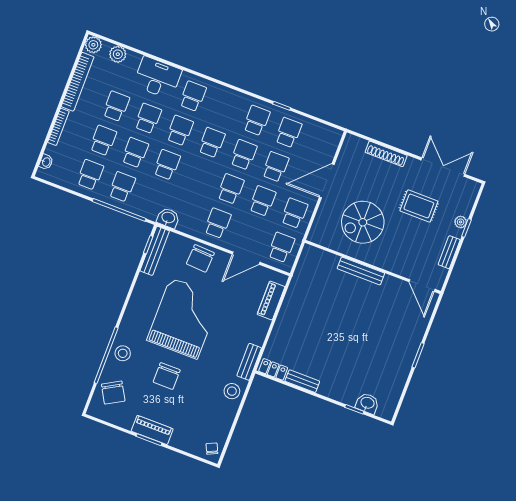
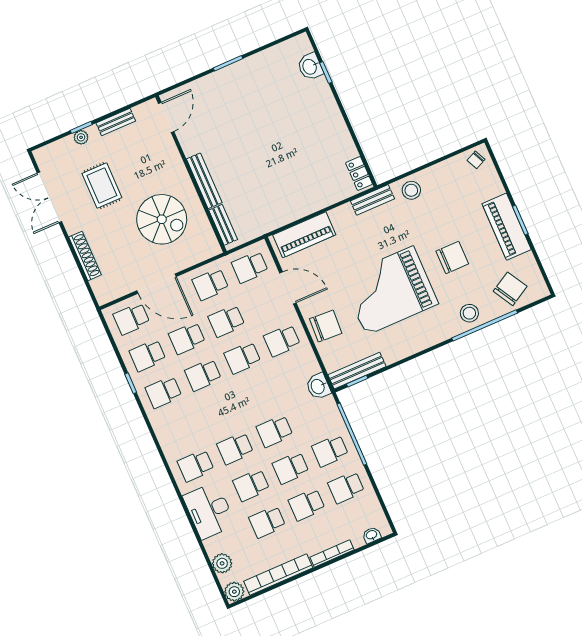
school desk: (212, 143) -> (131, 319), moved
piano: (271, 301) -> (304, 235), width x1.37, depth x1.33
bench: (302, 381) -> (223, 225), moved
piano: (152, 430) -> (507, 227), width x1.37, depth x1.33

